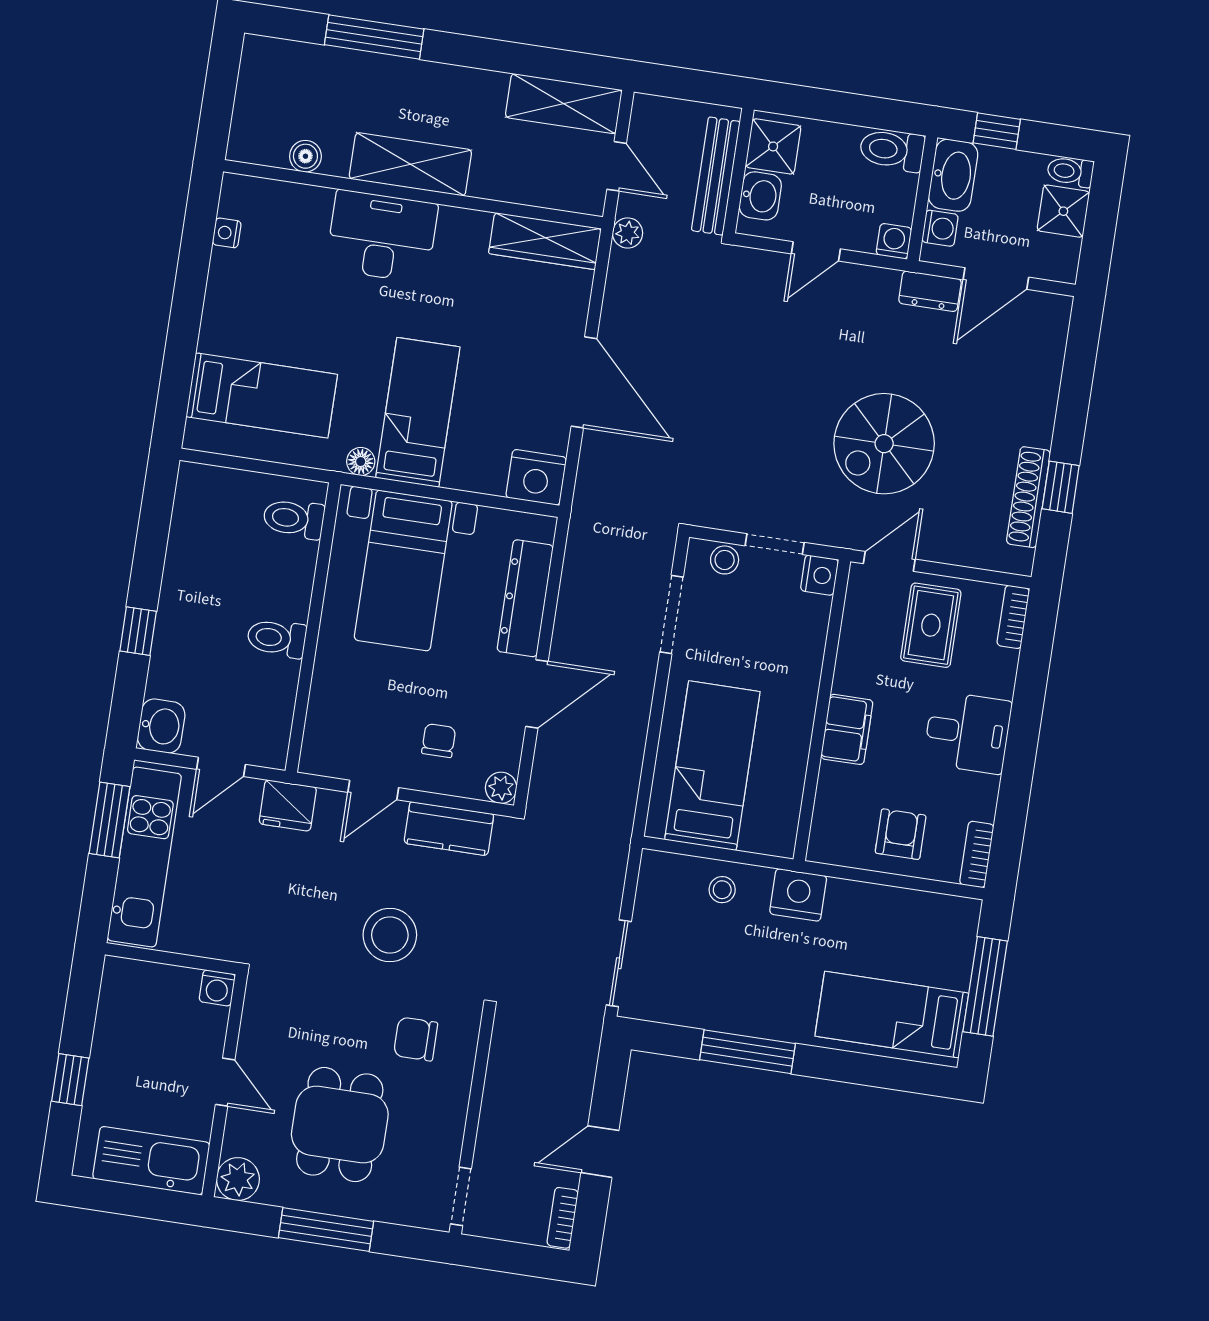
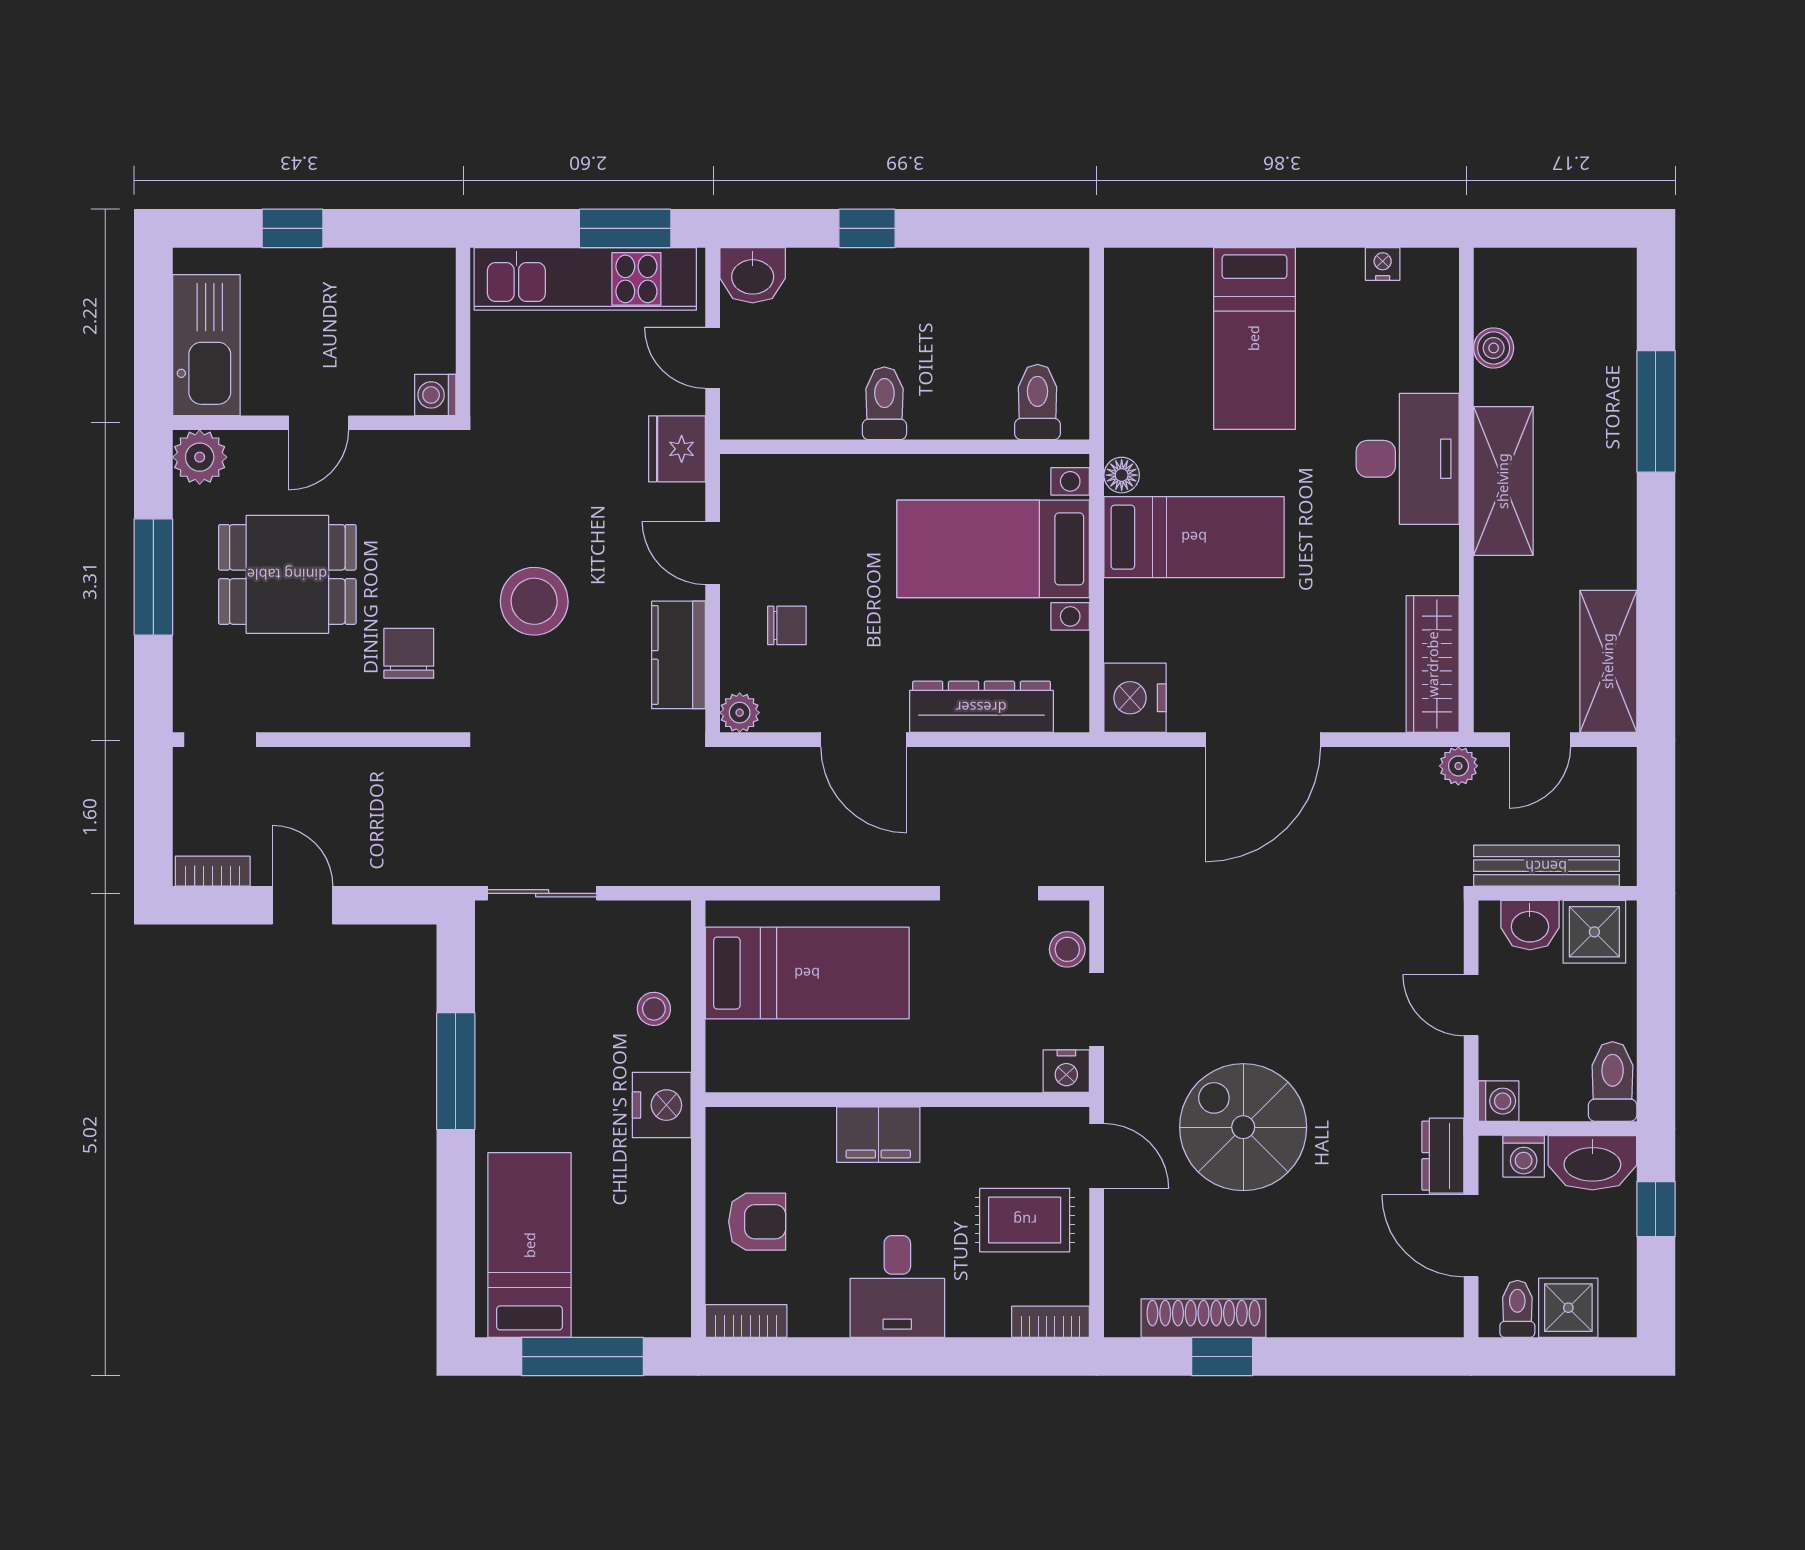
toilet: (1070, 172) -> (1517, 1309), moved
bed: (262, 395) -> (1254, 338), moved

